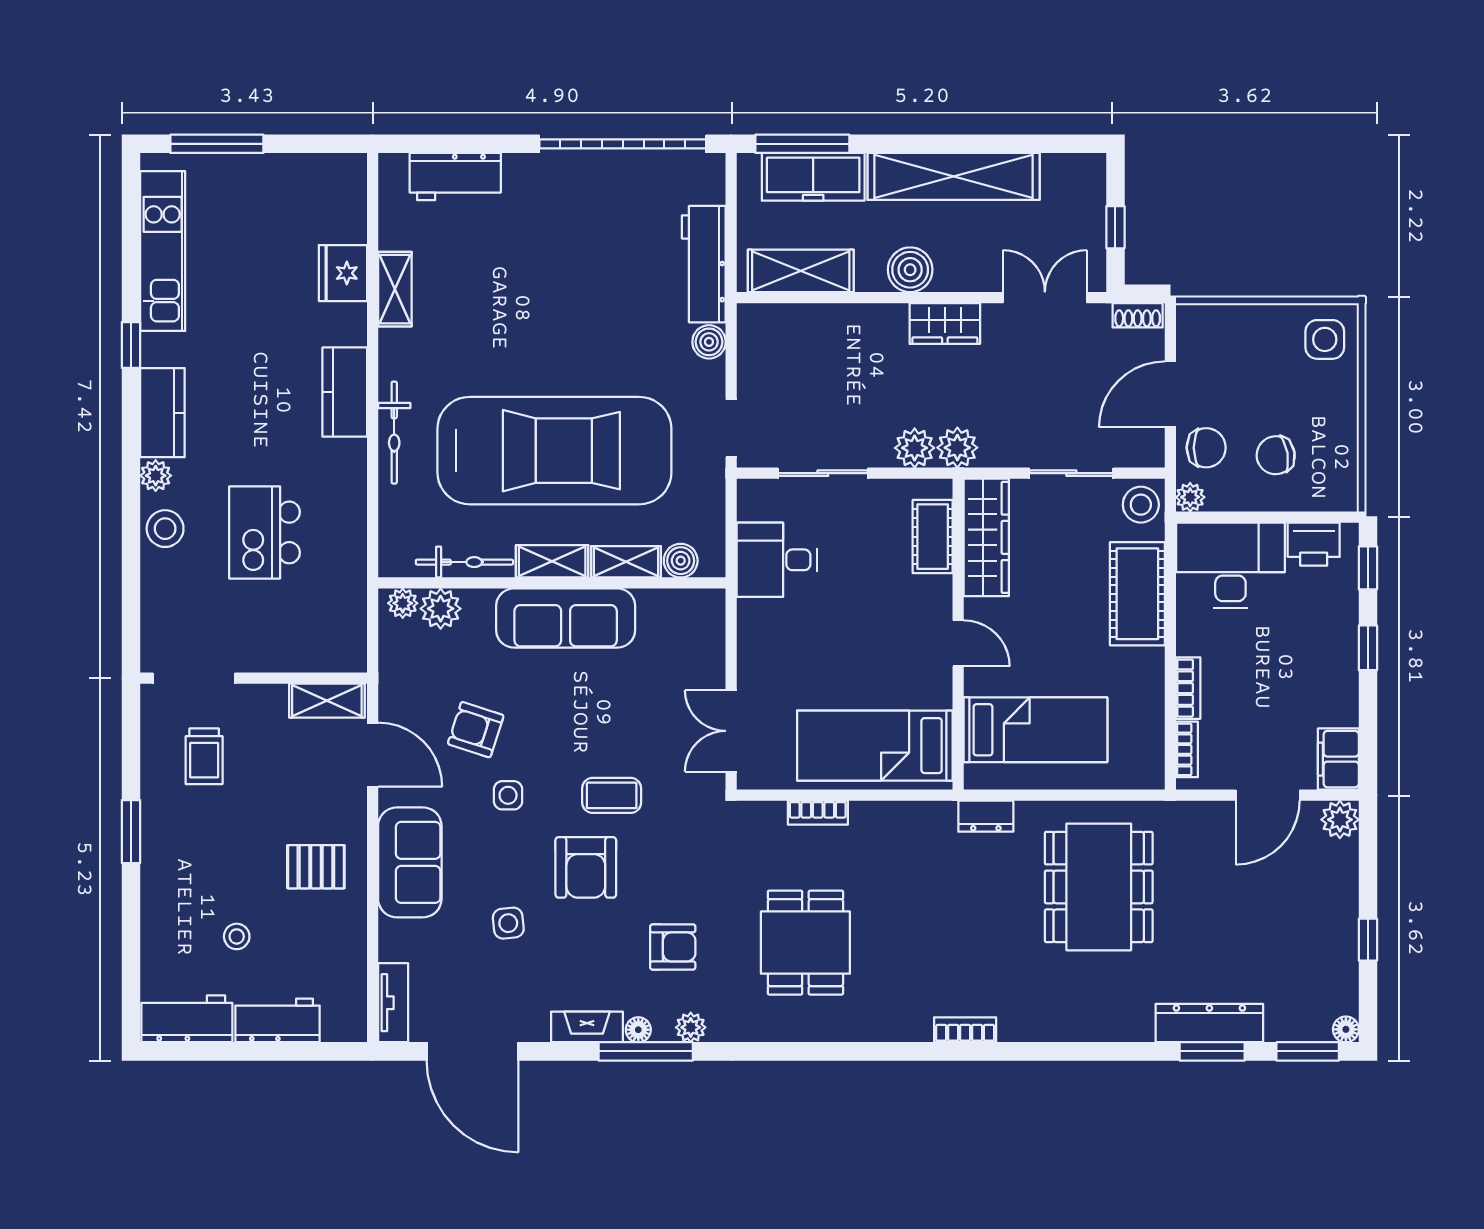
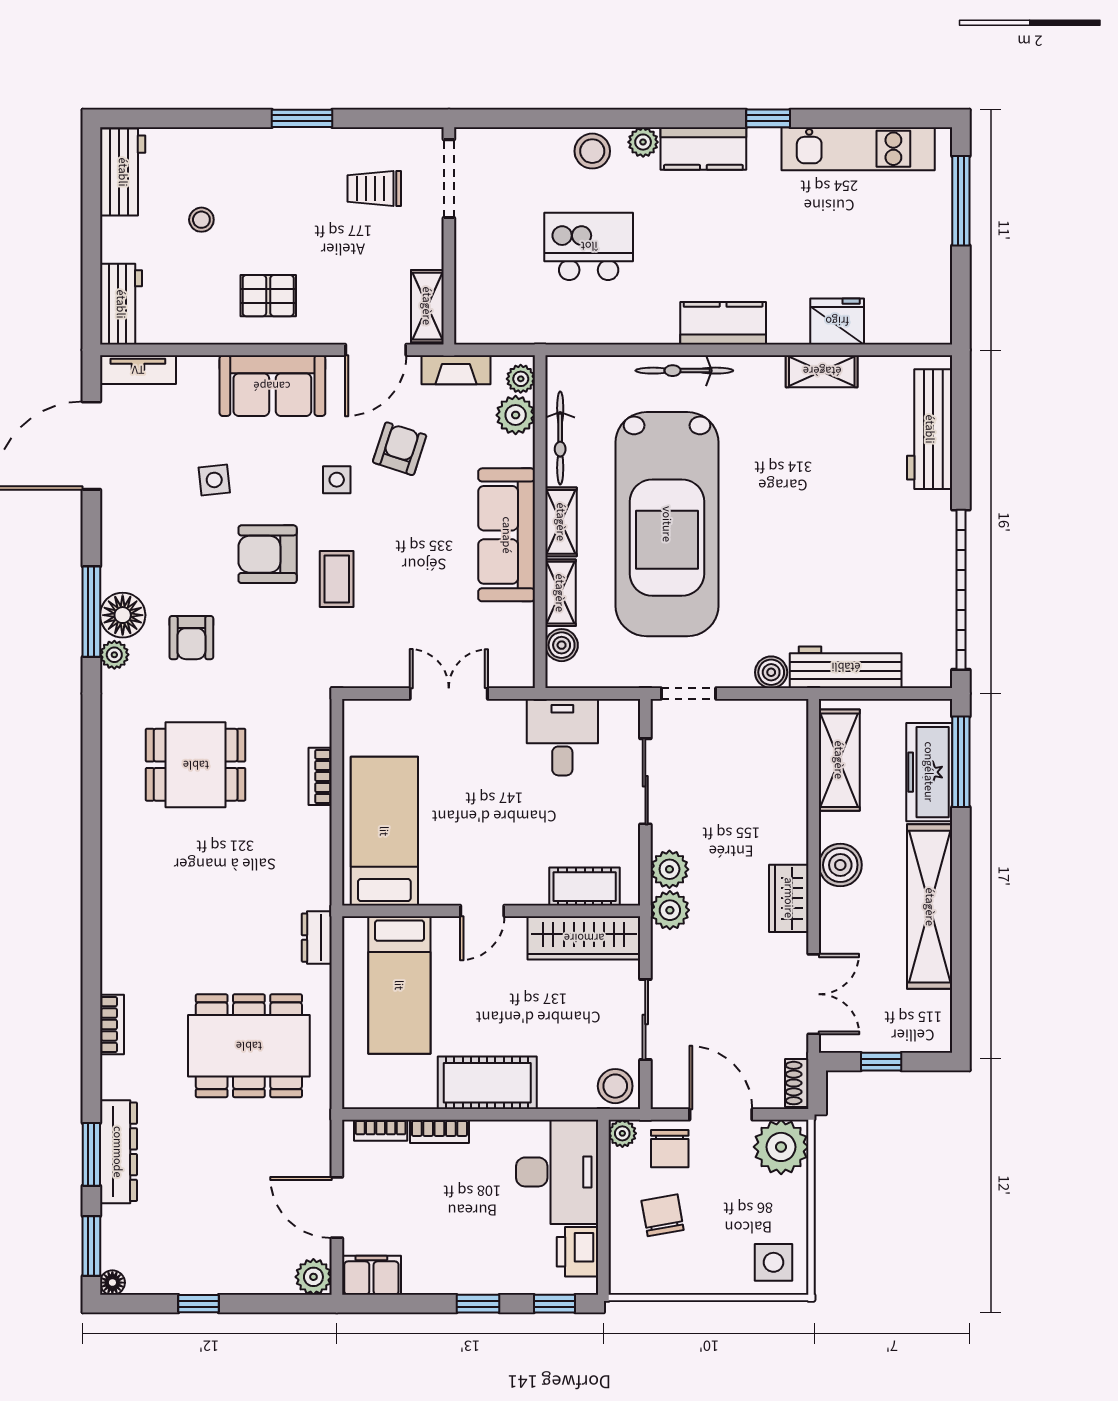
workbench: (455, 177) -> (930, 429), width x1.37
plant: (1204, 332) -> (781, 1147), added
cot: (1137, 594) -> (487, 1083), moved
double door: (731, 731) -> (449, 694), moved
pallet: (316, 867) -> (268, 296), turned 90
workbench: (278, 1020) -> (121, 304), moved
fireplace: (587, 1027) -> (456, 370), moved, turned 90
floor lamp: (638, 1030) -> (123, 615), width x1.89, depth x1.89
bookcase: (965, 1030) -> (112, 1025), moved

